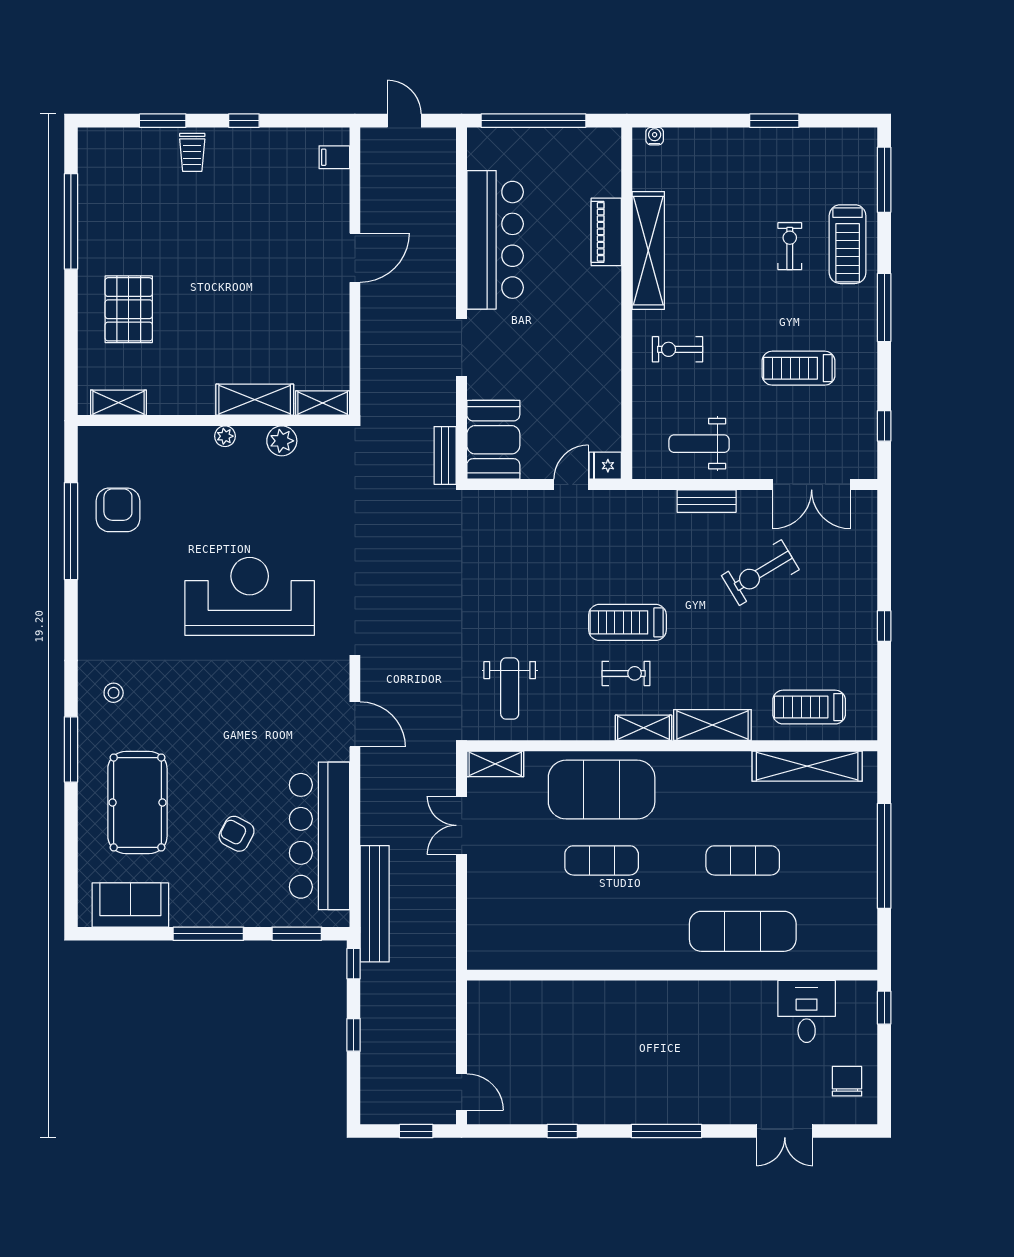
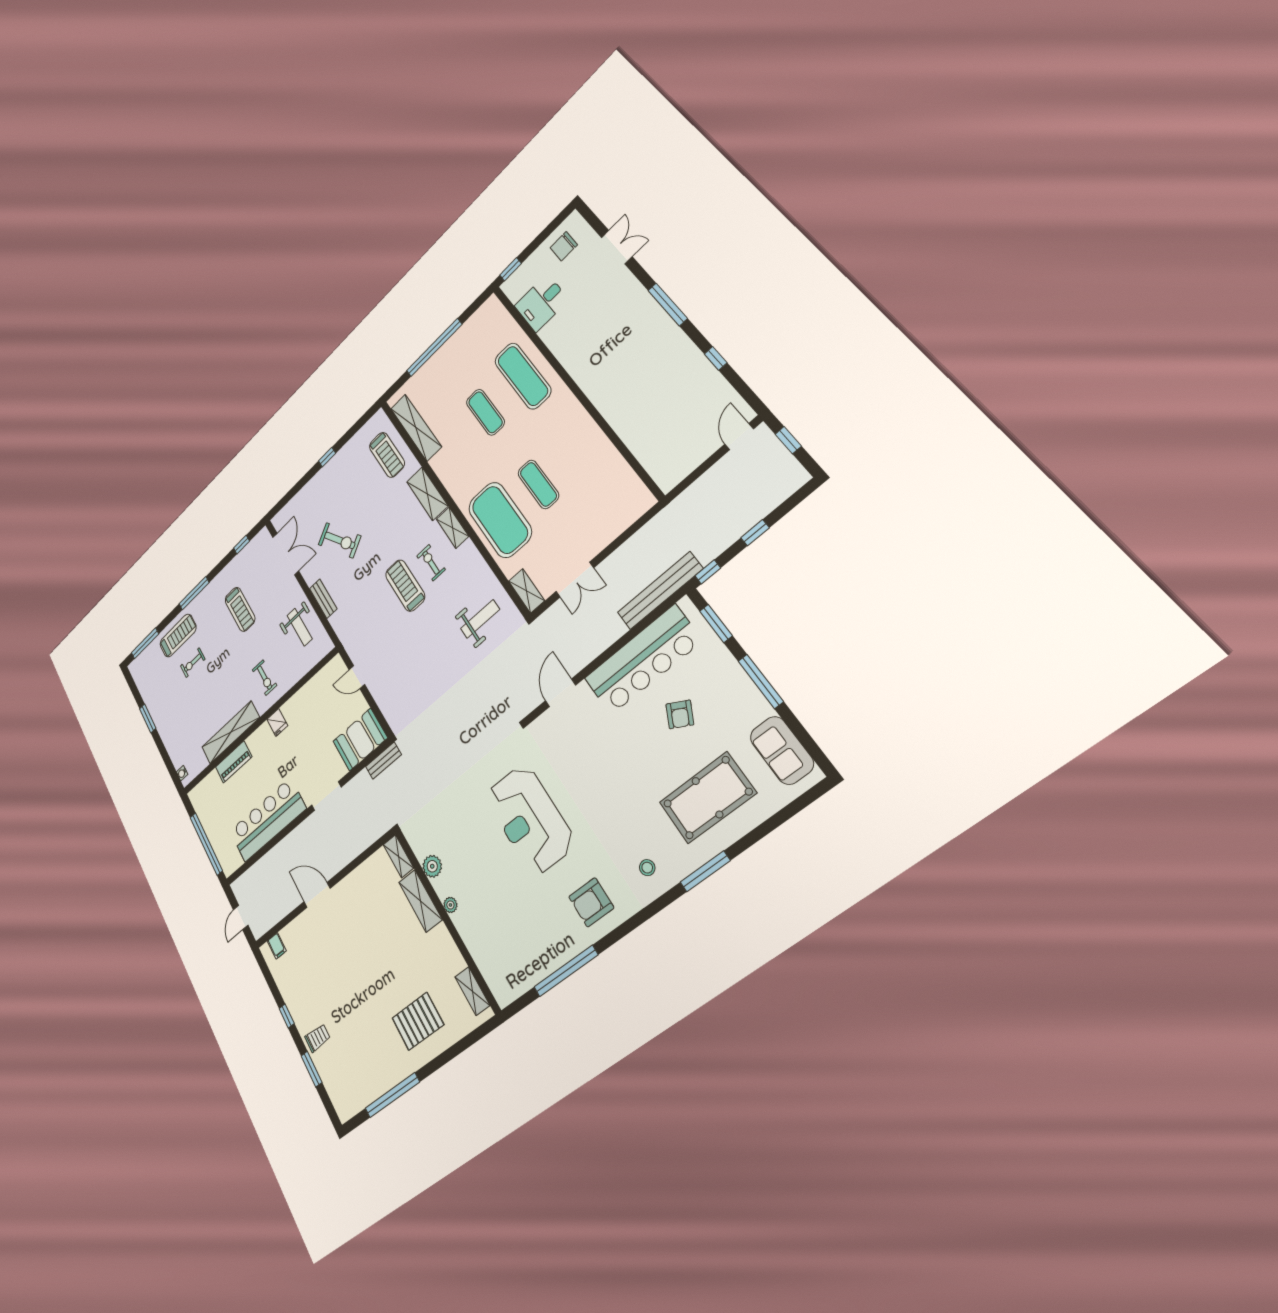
fridge: (605, 466) -> (277, 722), moved
armchair: (118, 510) -> (591, 902), moved
treadmill: (628, 622) -> (405, 586), turned 180

